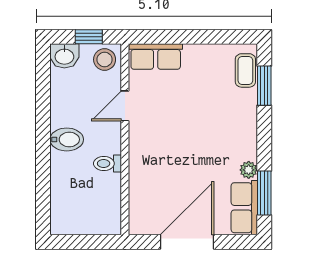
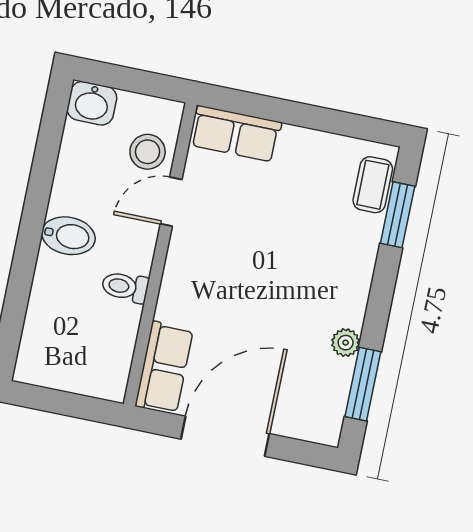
window: (89, 37) -> (136, 81), removed
stool: (105, 60) -> (148, 152), moved
row of seats: (244, 208) -> (164, 368), moved, turned 180

